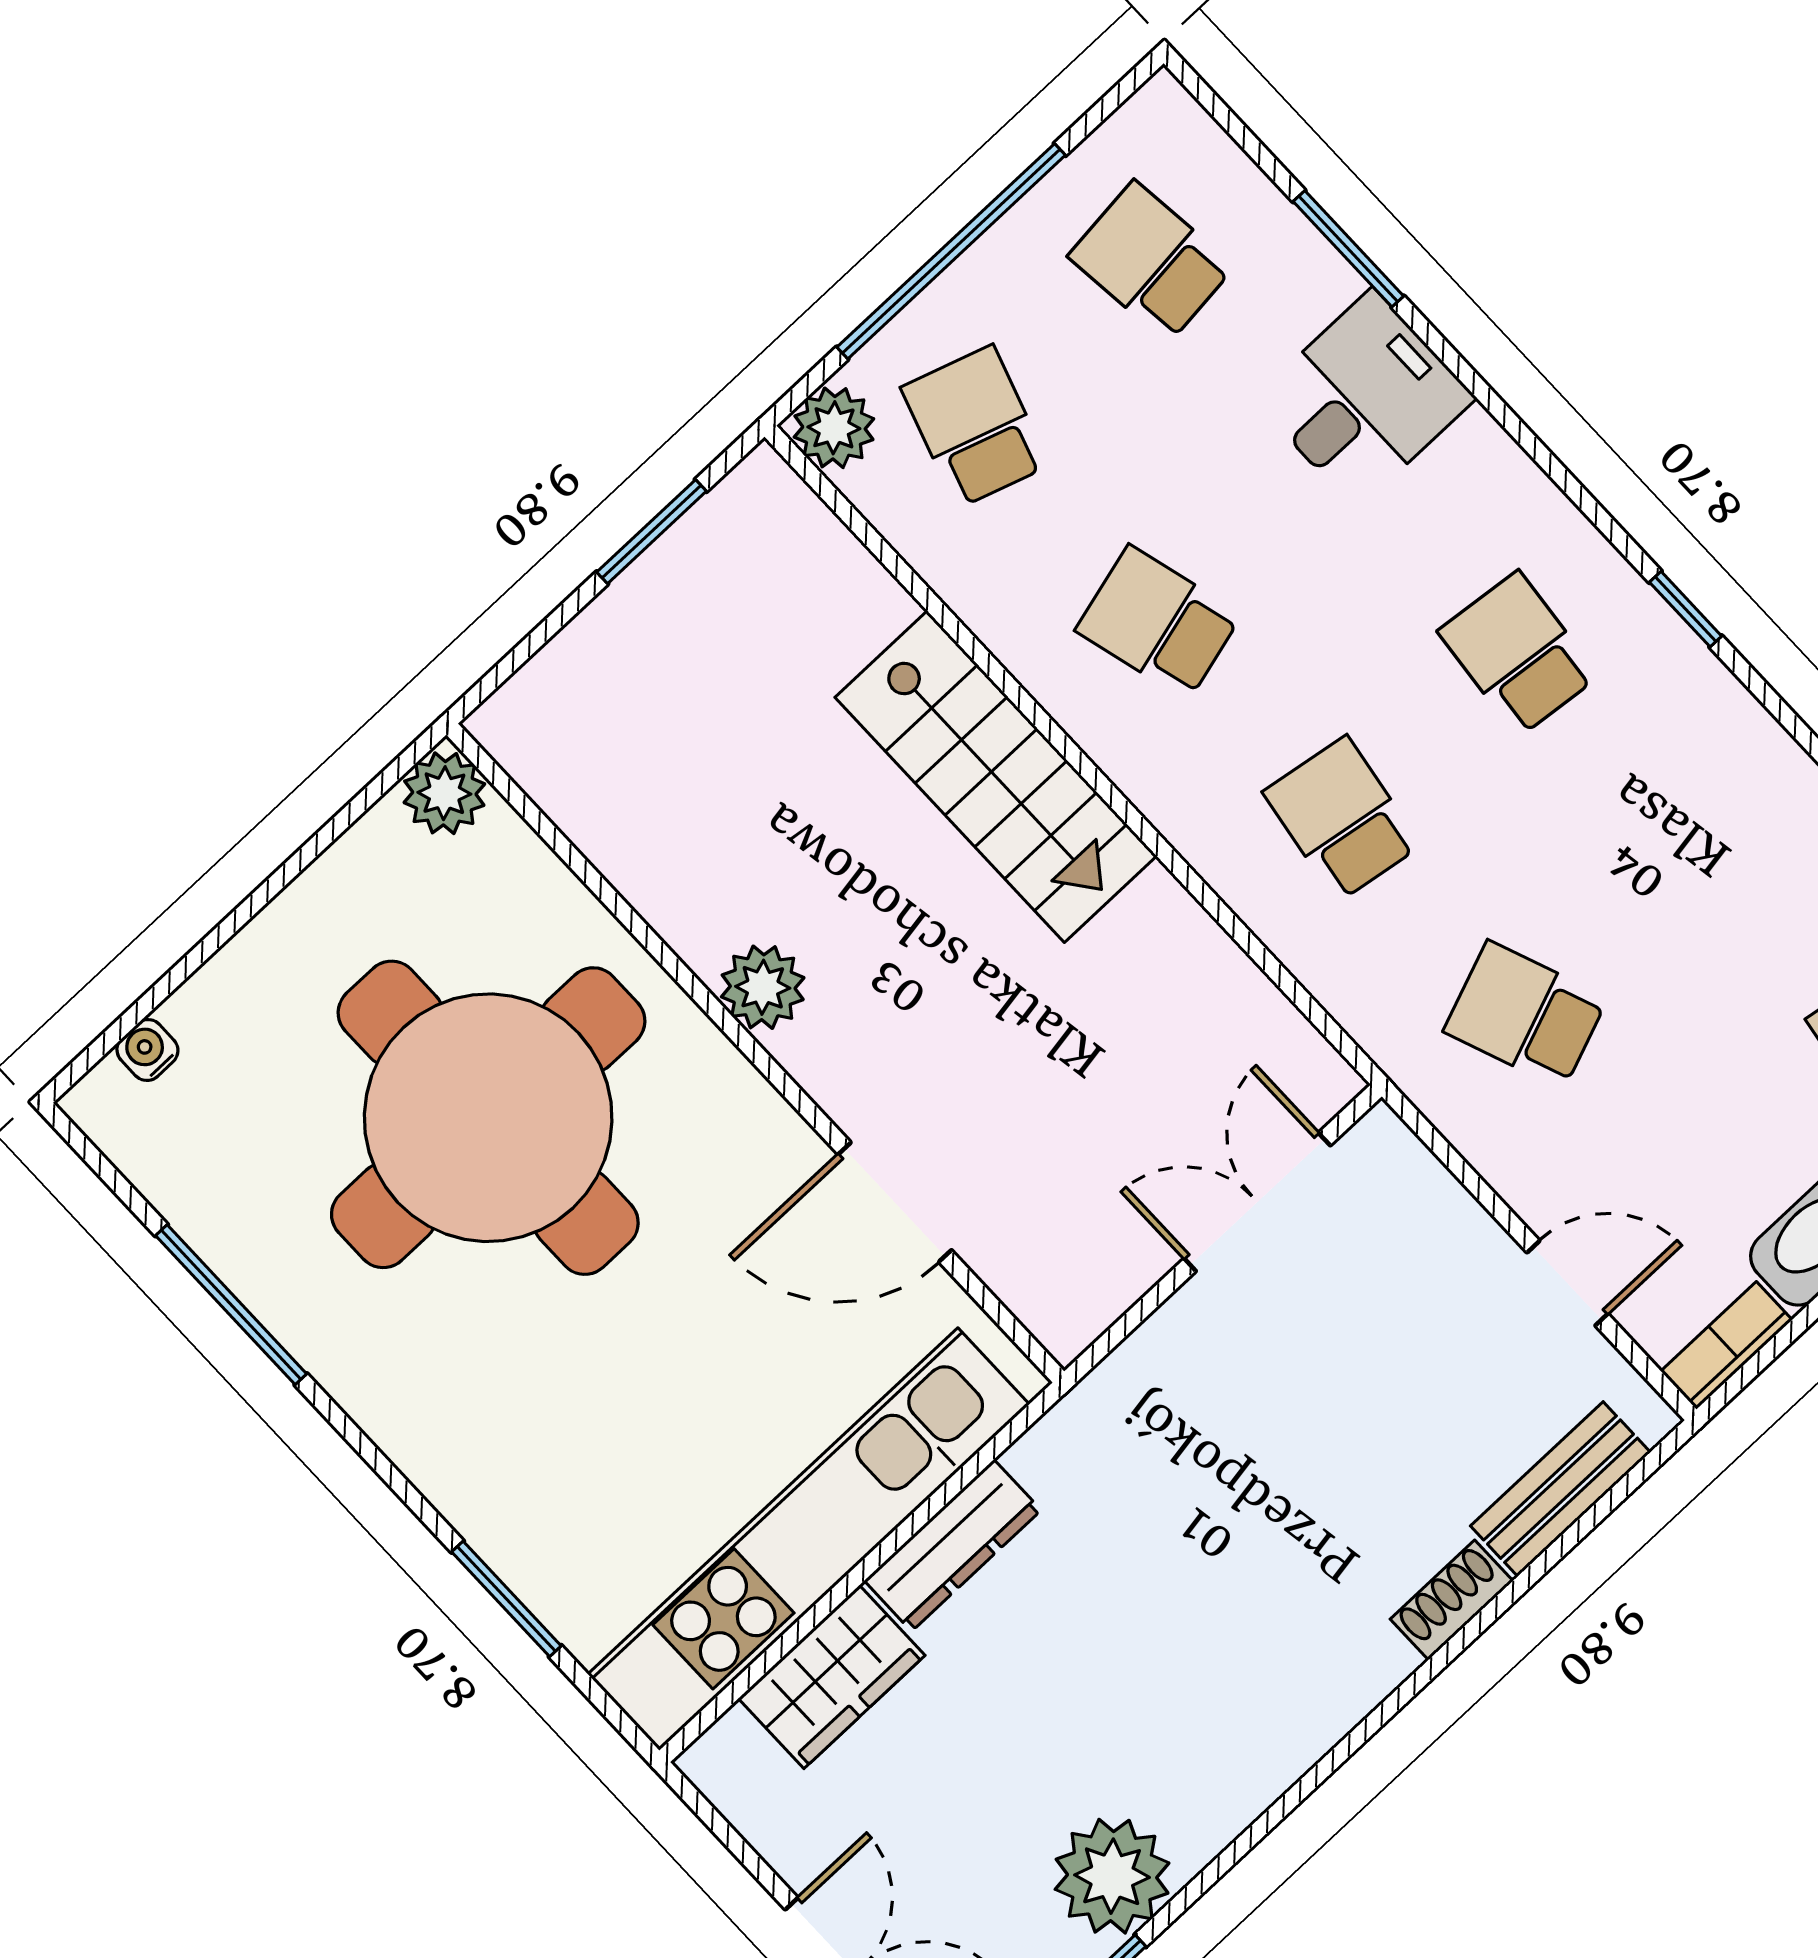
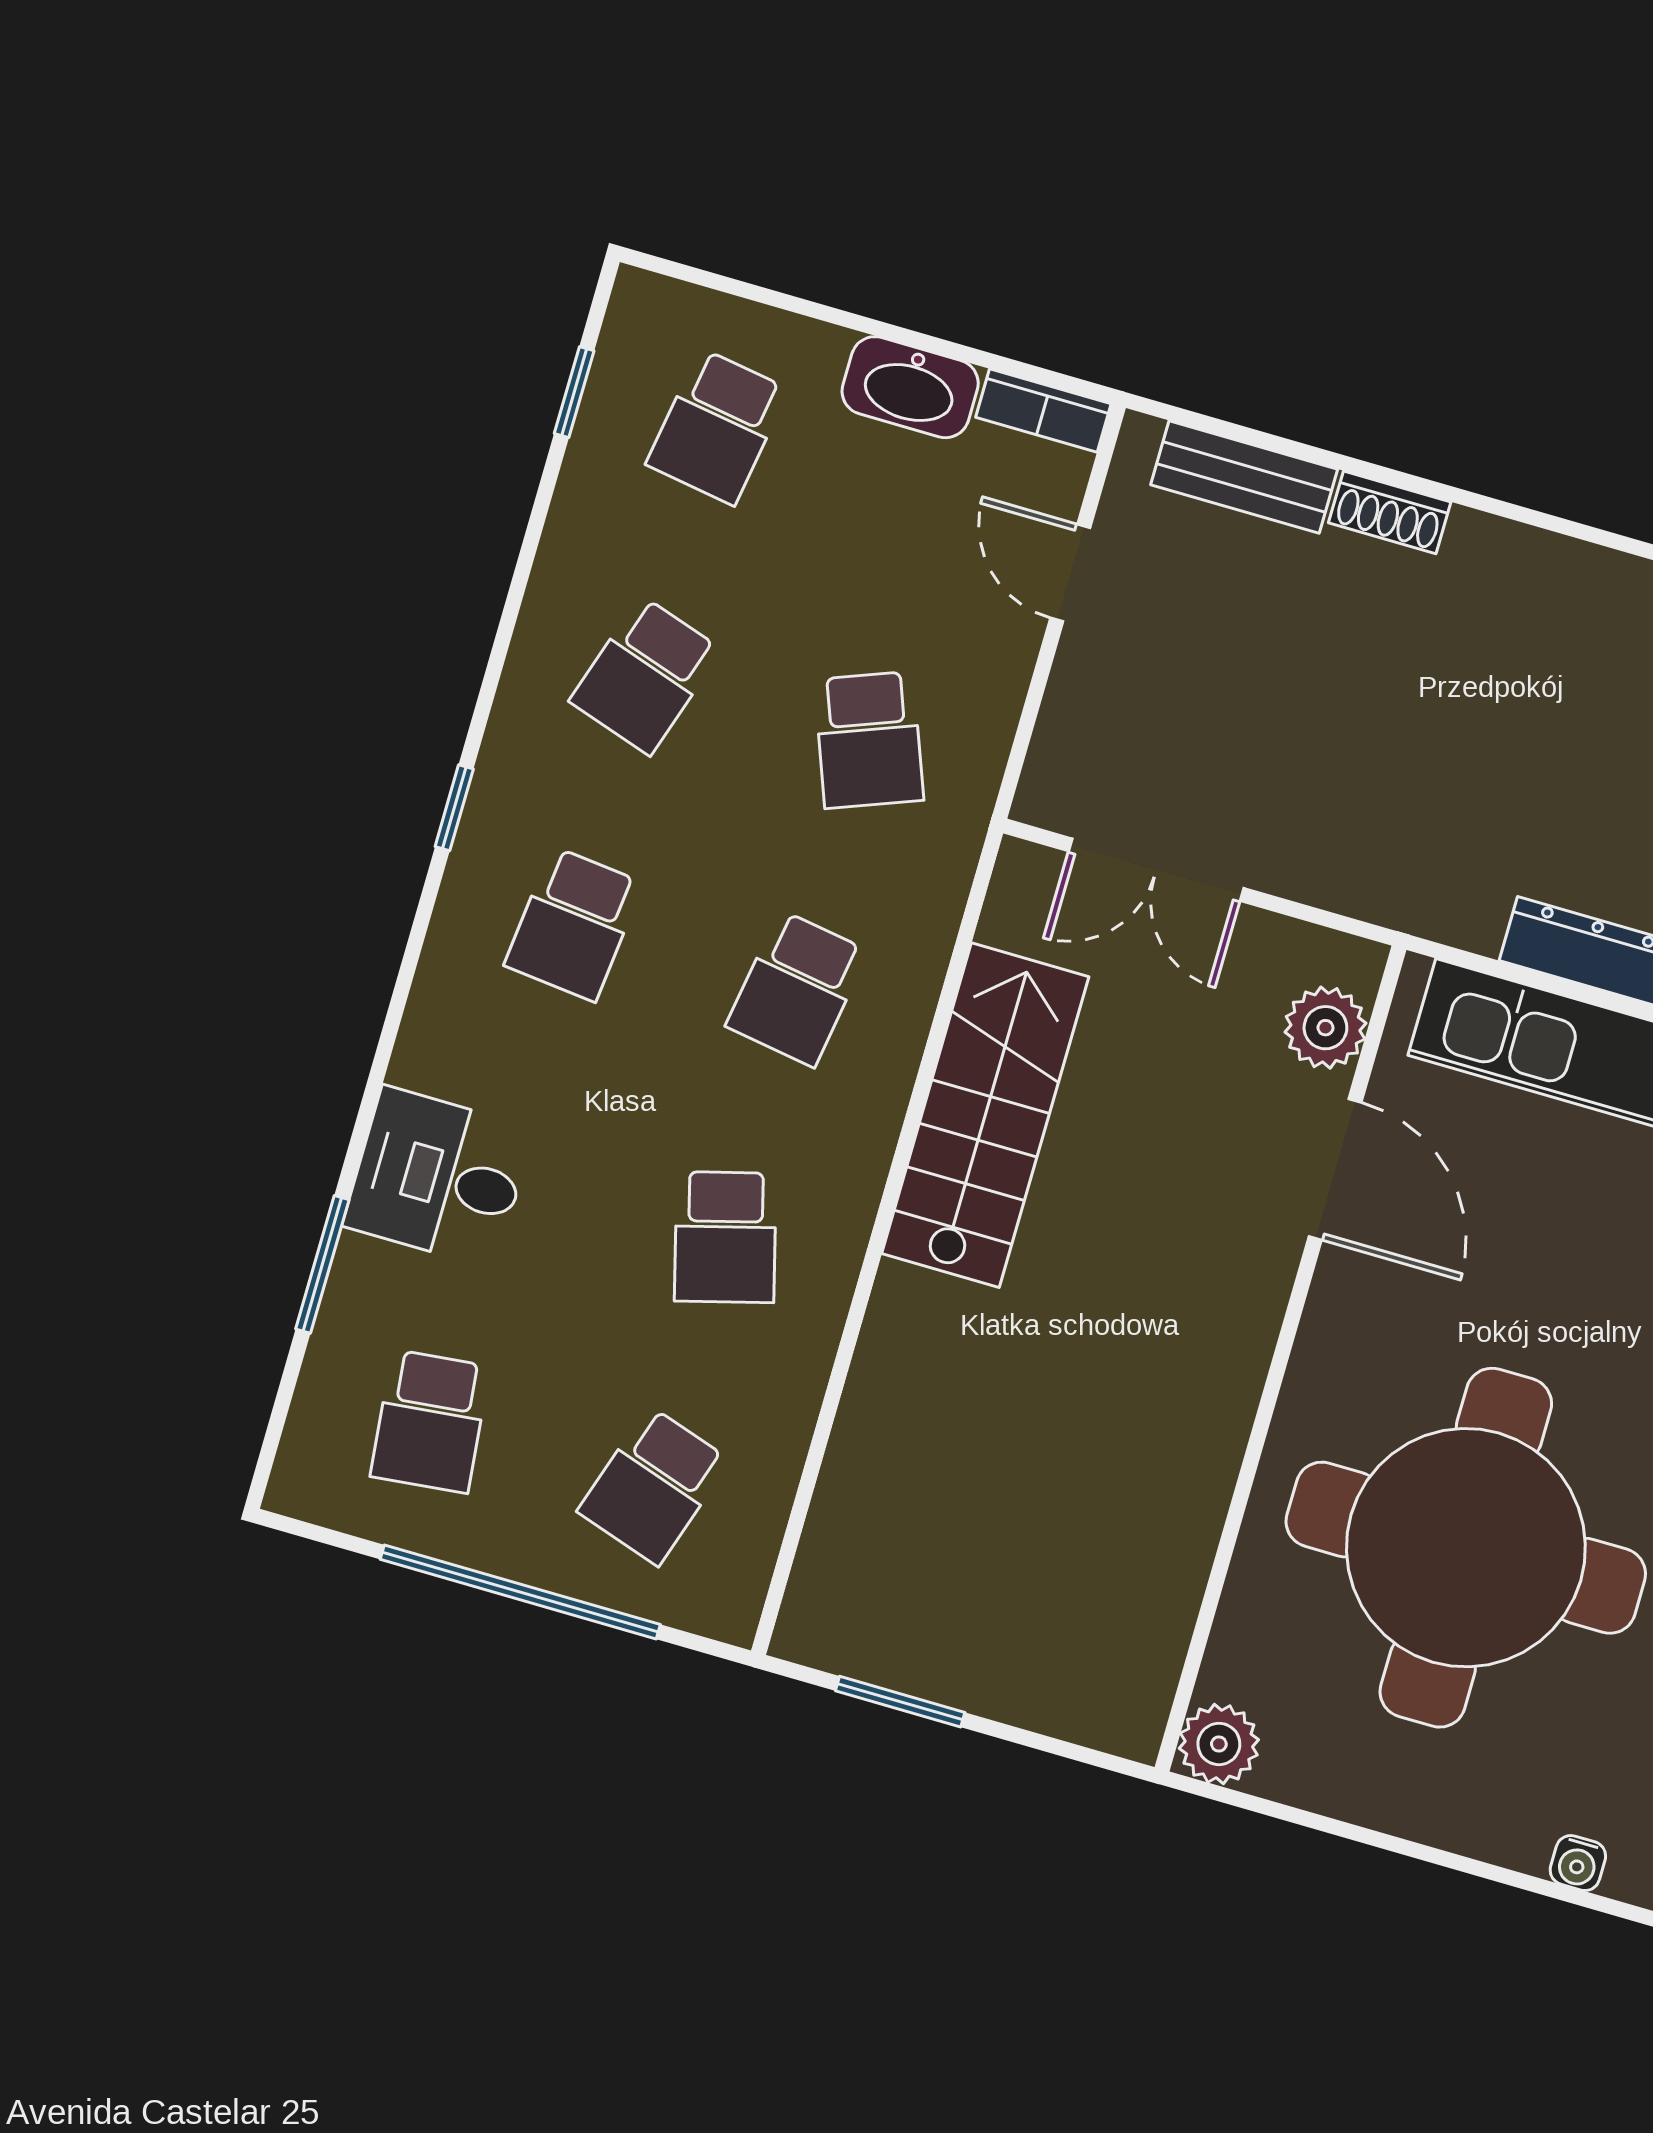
plant: (834, 428) -> (724, 1602), removed
stairs: (996, 777) -> (985, 1115), moved
school desk: (1702, 850) -> (646, 675), added
plant: (763, 987) -> (1325, 1028), moved

